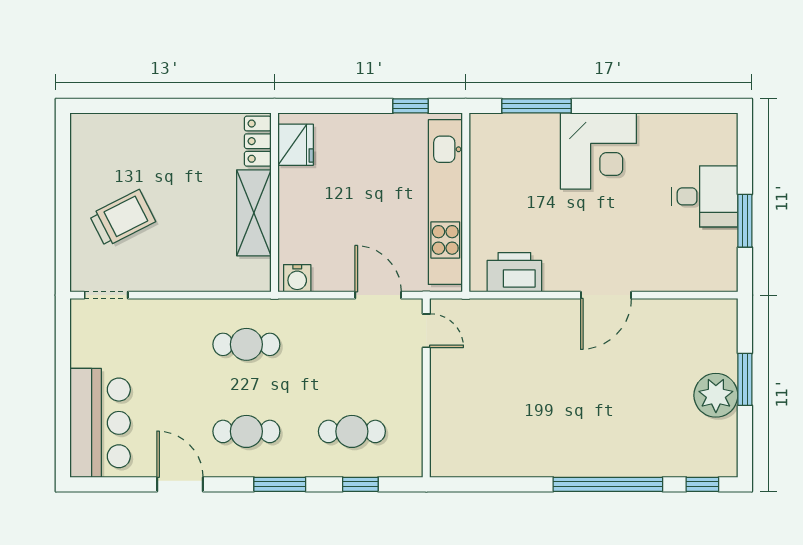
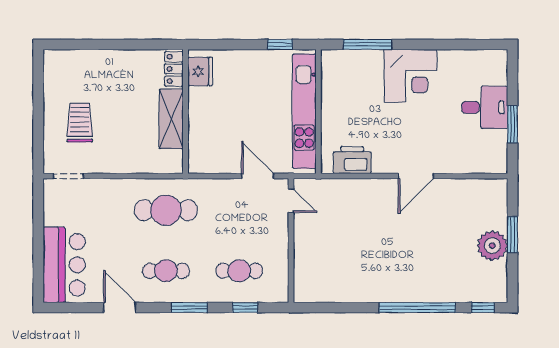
trolley: (122, 218) -> (80, 123), turned -63
water cooler: (297, 278) -> (201, 164), removed
cafe table: (246, 344) -> (166, 210), width x1.37, depth x1.35

